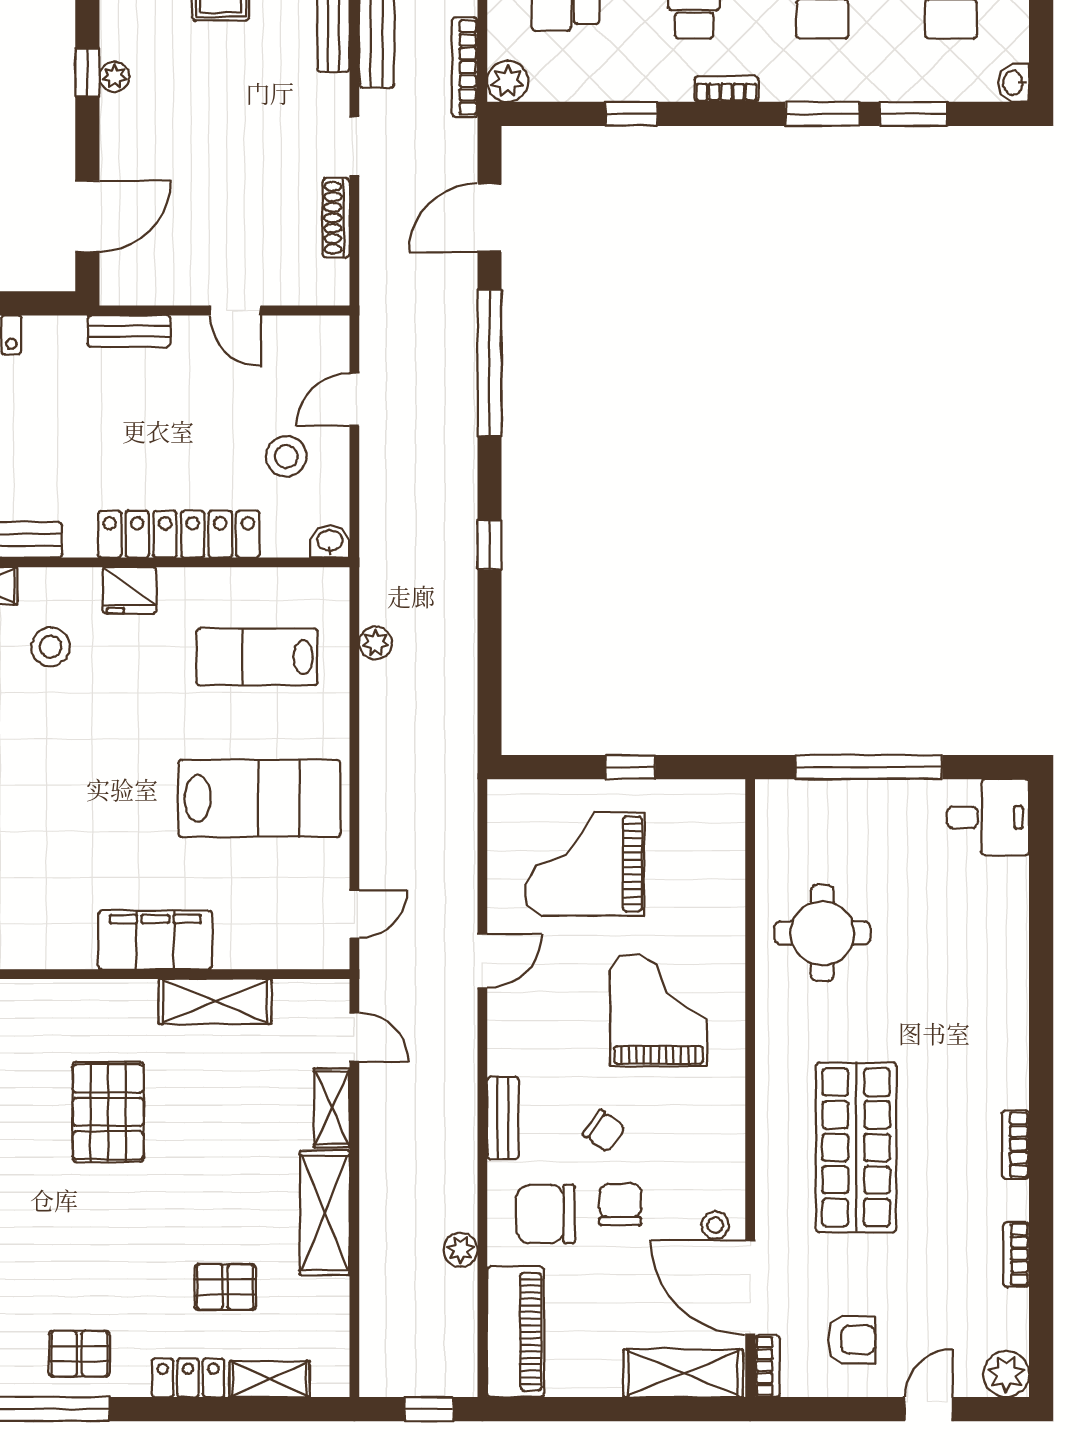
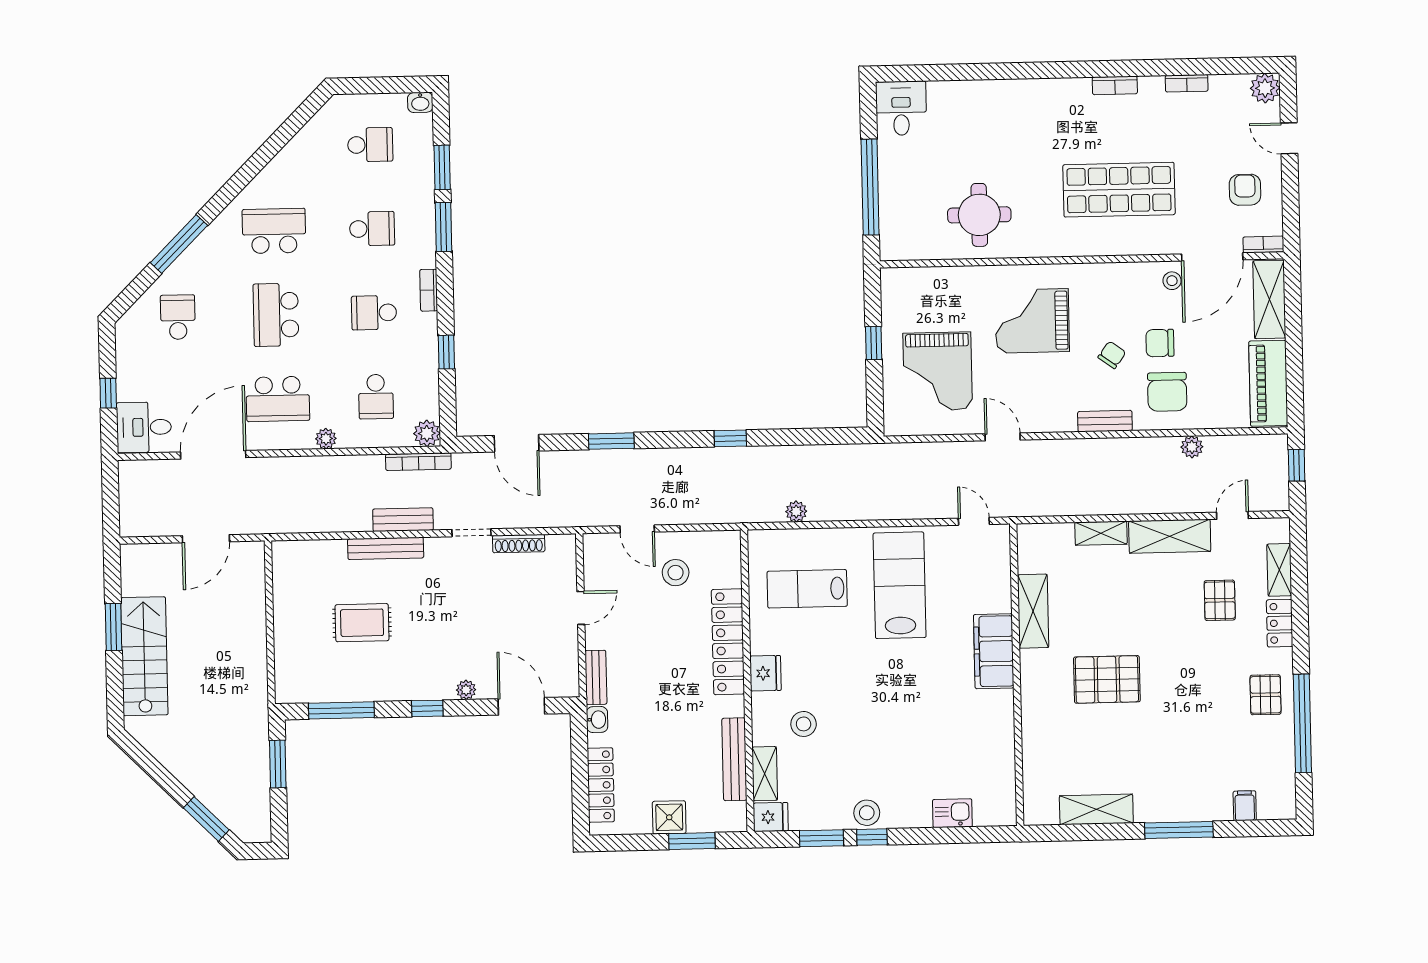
plant: (114, 77) -> (466, 690), moved
window: (490, 363) -> (611, 441), width x0.47
washbasin: (330, 541) -> (597, 720), moved, turned 180
lab bench: (257, 657) -> (807, 589), turned 90
door: (354, 1037) -> (1232, 515), moved
piano: (516, 1332) -> (1268, 383), moved, turned -90

